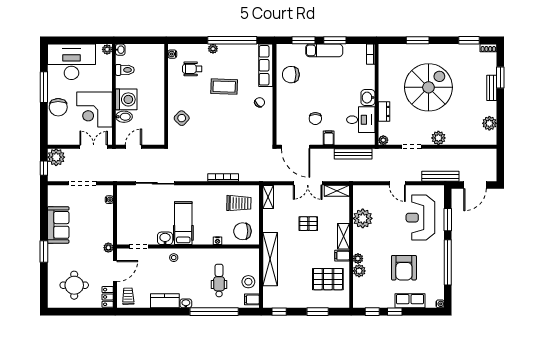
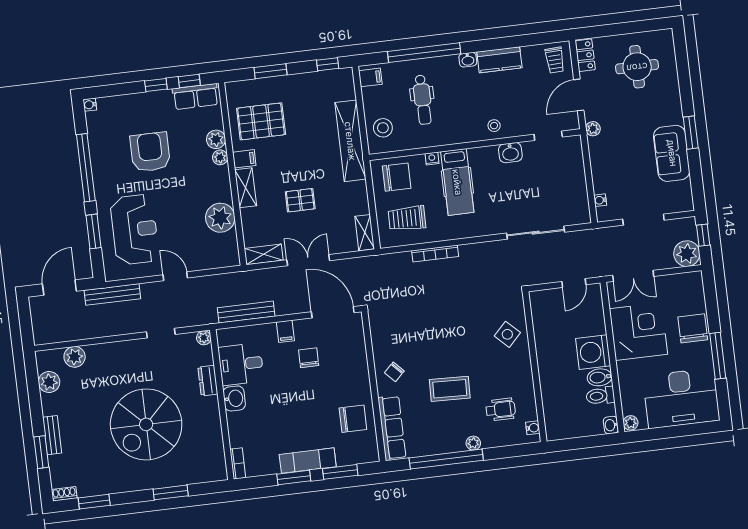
bidet: (124, 117) -> (600, 377), moved
plant: (438, 138) -> (75, 357), moved
hospital bed: (183, 223) -> (457, 182), moved
window: (44, 251) -> (691, 133), moved
stool: (248, 282) -> (383, 128), moved
row of seats: (410, 301) -> (196, 97), moved

